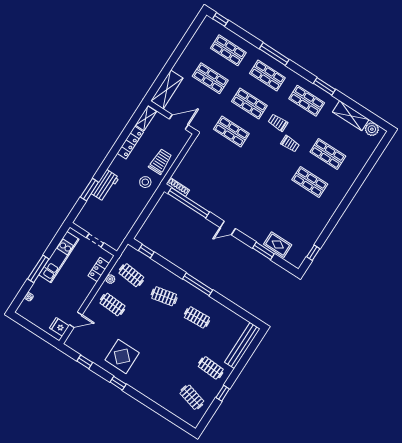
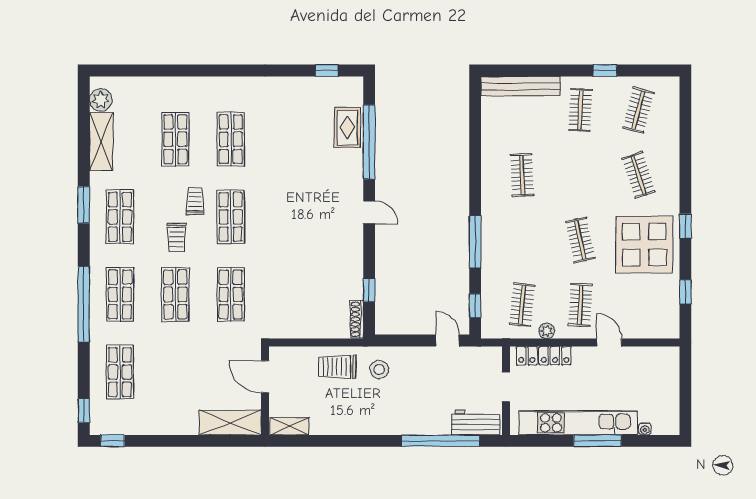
window: (196, 24) -> (113, 441), added
window: (274, 54) -> (84, 304), width x1.46
shop shelf: (210, 78) -> (231, 217), moved
locker: (130, 143) -> (337, 426), removed
workbench: (105, 185) -> (475, 423), moved
window: (89, 190) -> (440, 441), width x2.11
window: (189, 203) -> (369, 290), width x0.32
door: (138, 226) -> (447, 341), added
window: (263, 251) -> (369, 142), width x2.11
kitchen unit: (59, 257) -> (578, 423), width x1.36
locker: (99, 270) -> (544, 356), width x1.53
window: (198, 284) -> (475, 242), moved
clothes rail: (164, 296) -> (580, 240), moved
door: (76, 320) -> (609, 342), moved
fridge: (59, 327) -> (660, 359), removed
display table: (122, 356) -> (644, 245), width x1.36, depth x1.36
clothes rail: (159, 376) -> (638, 175), added

